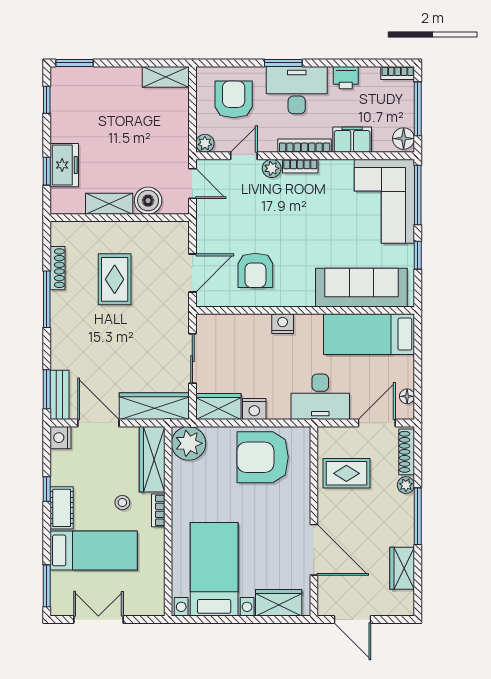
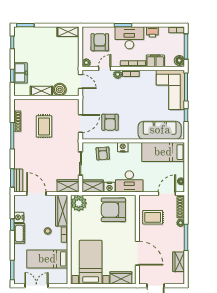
armchair: (240, 337) -> (103, 154), added
desk: (320, 397) -> (129, 181), moved
wardrobe: (154, 406) -> (68, 186), width x0.67
nightstand: (60, 438) -> (19, 217), moved
bed: (94, 550) -> (47, 259), moved, turned 180

